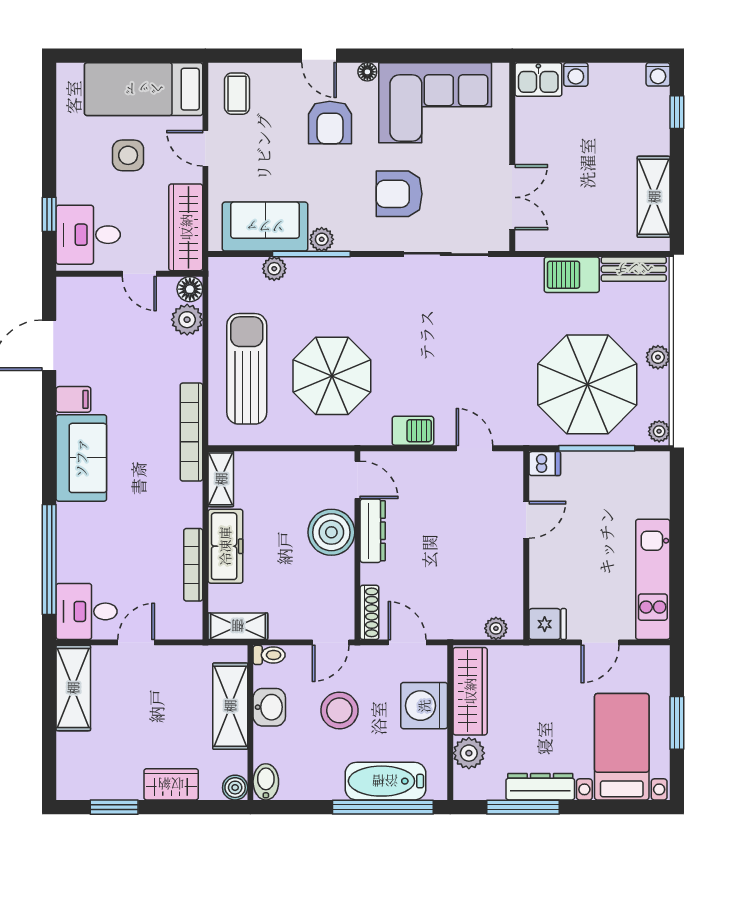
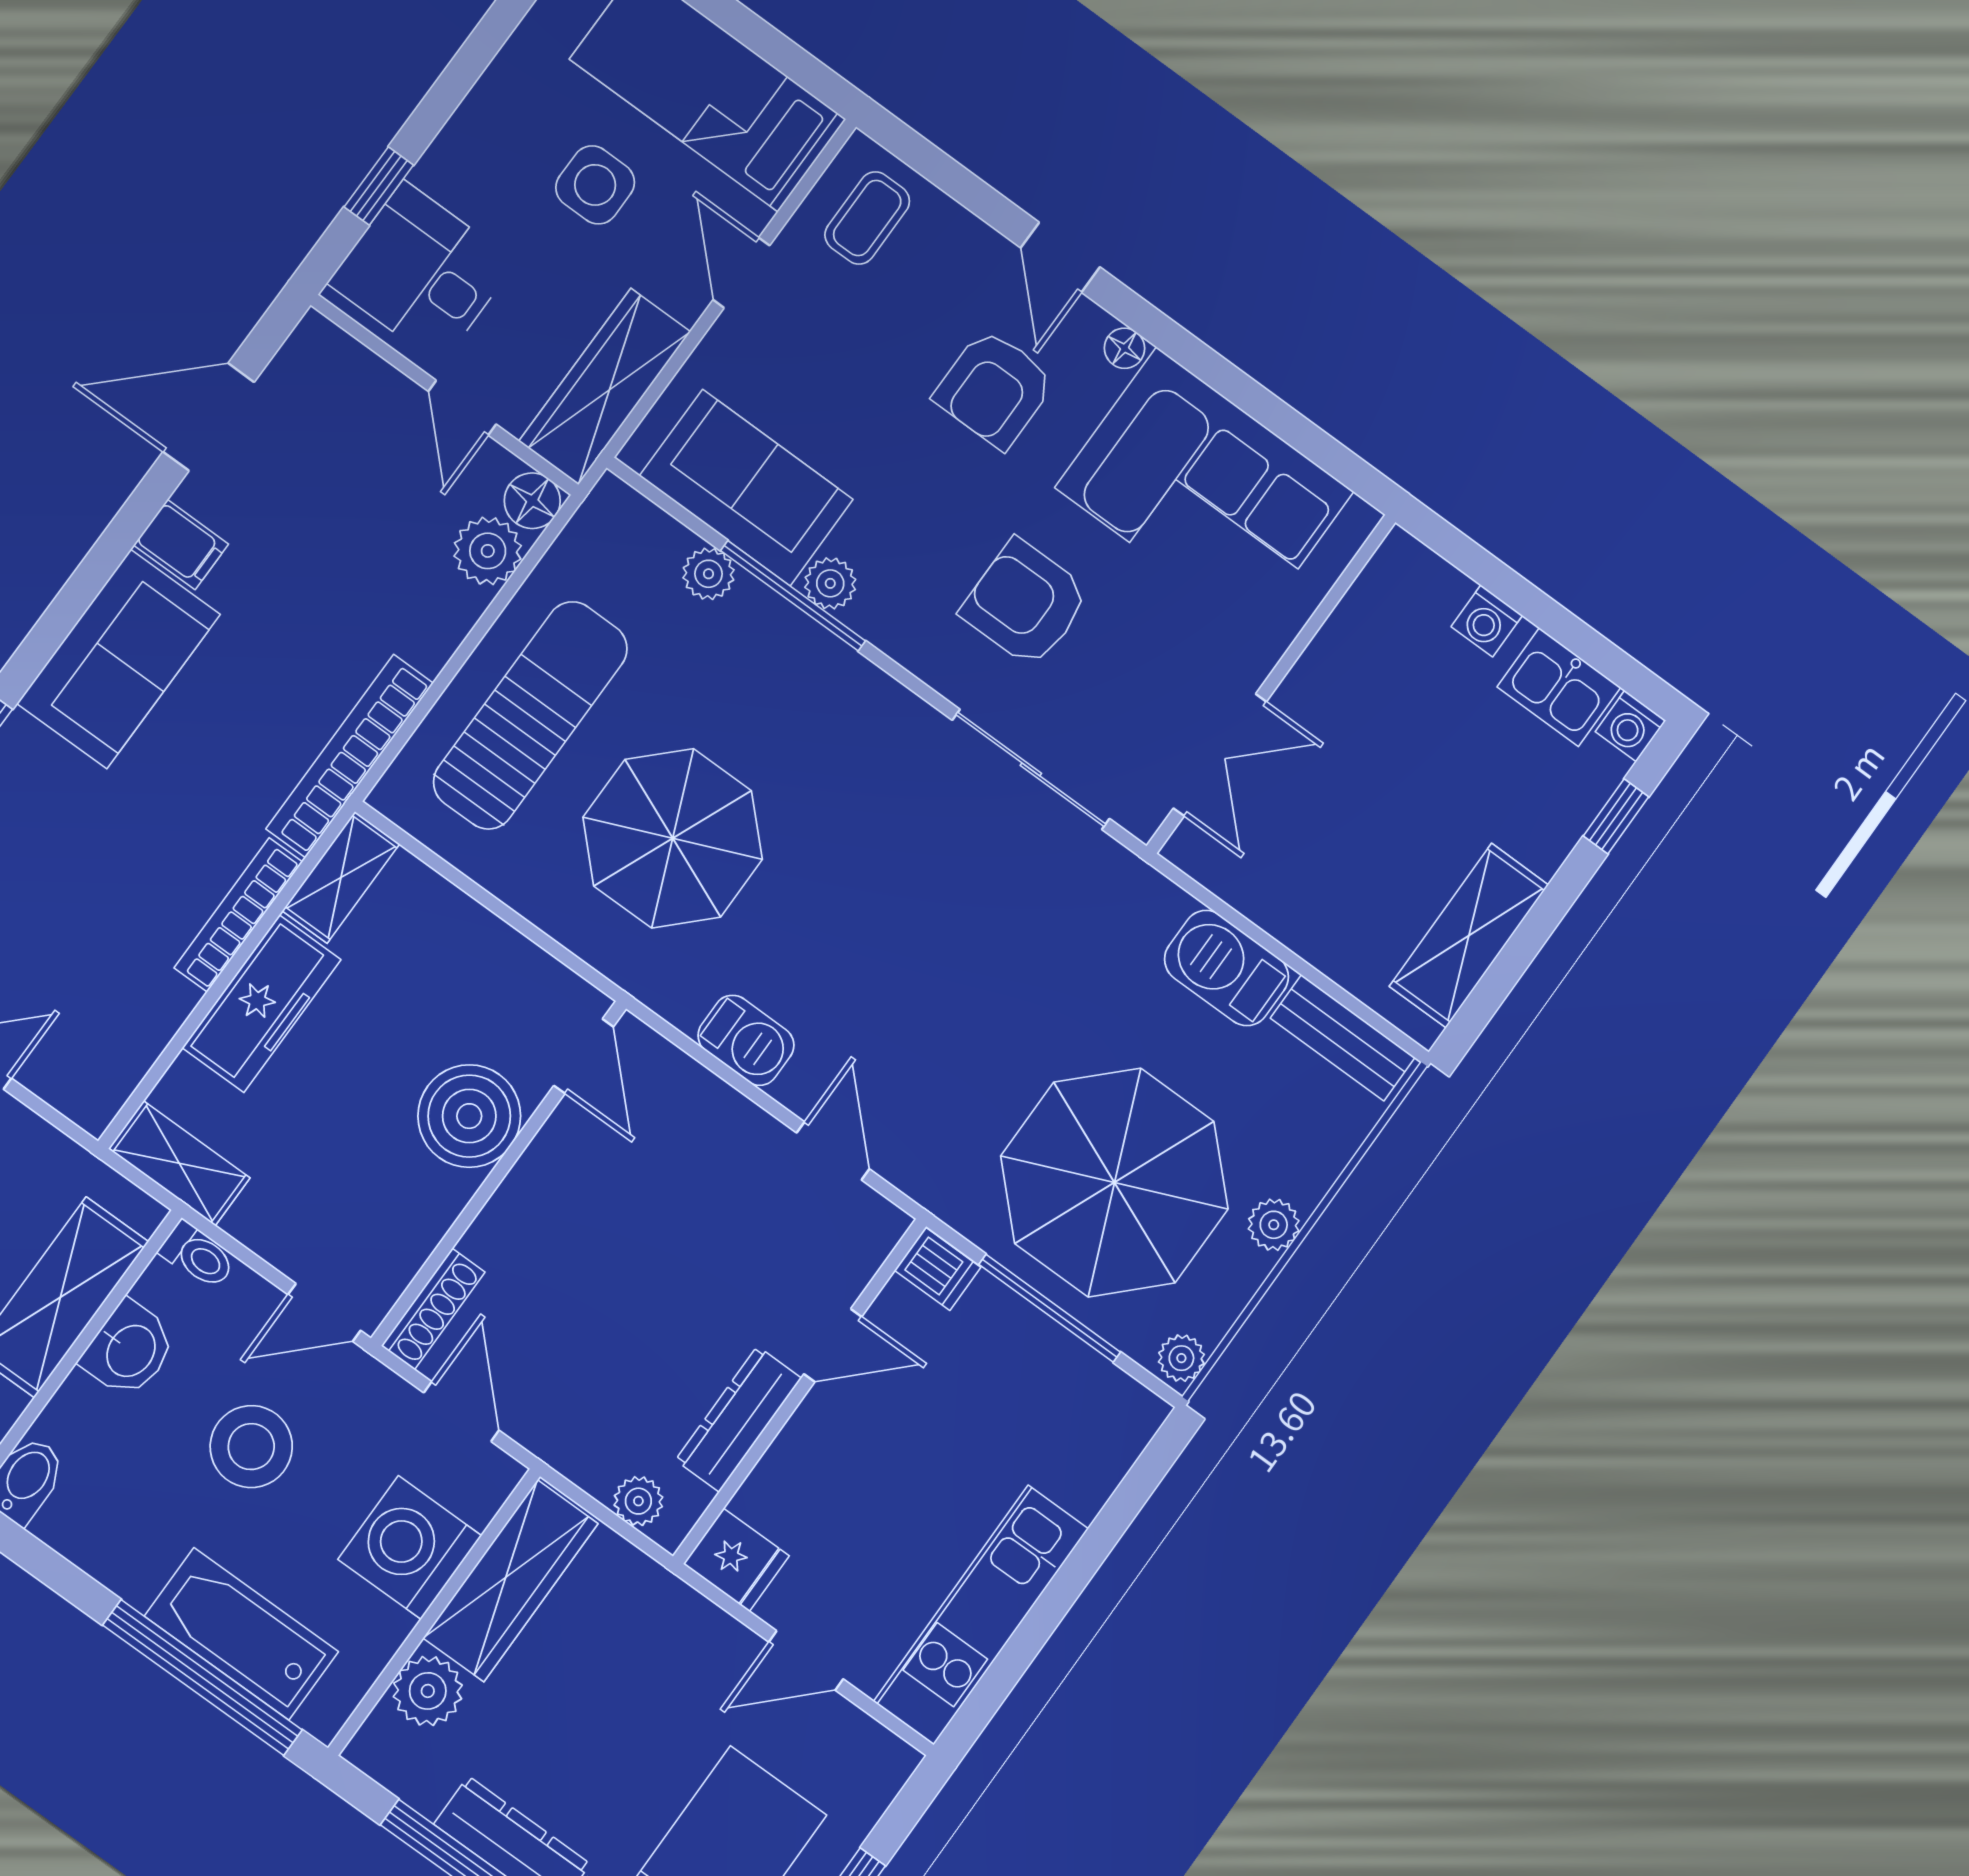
kitchen sink: (538, 79) -> (1559, 687), moved
dresser: (373, 531) -> (738, 1419), moved, turned 180
bookcase: (193, 565) -> (238, 915), moved

